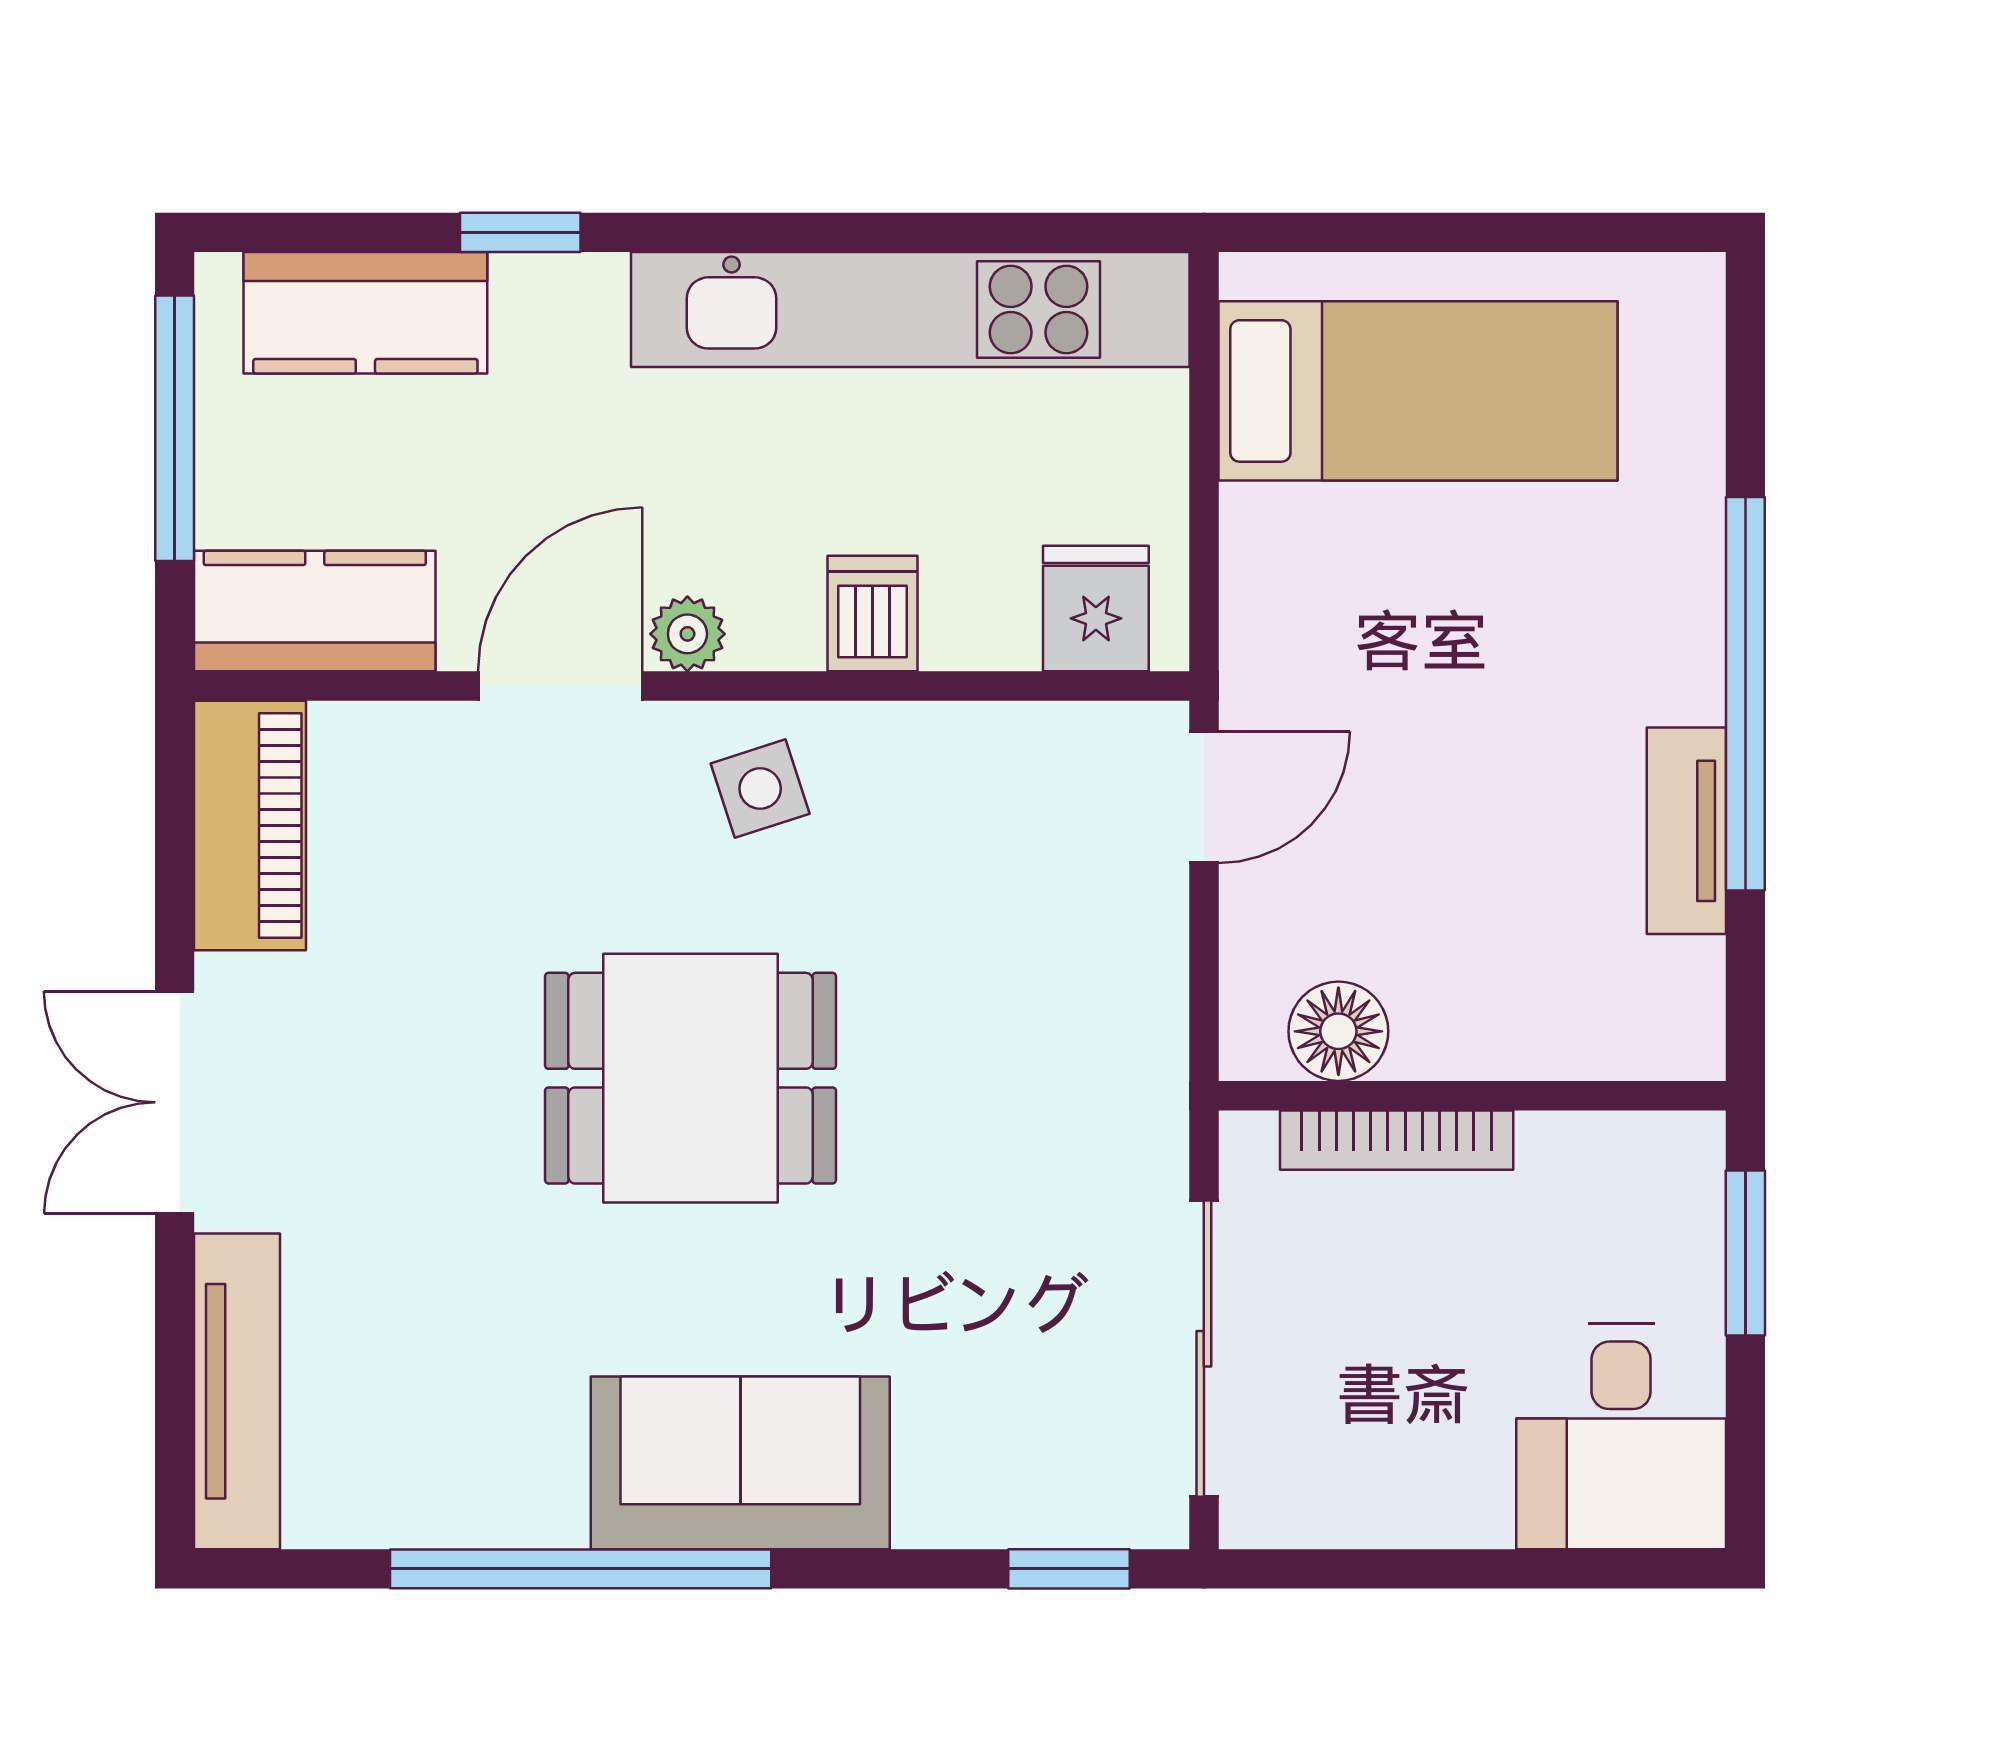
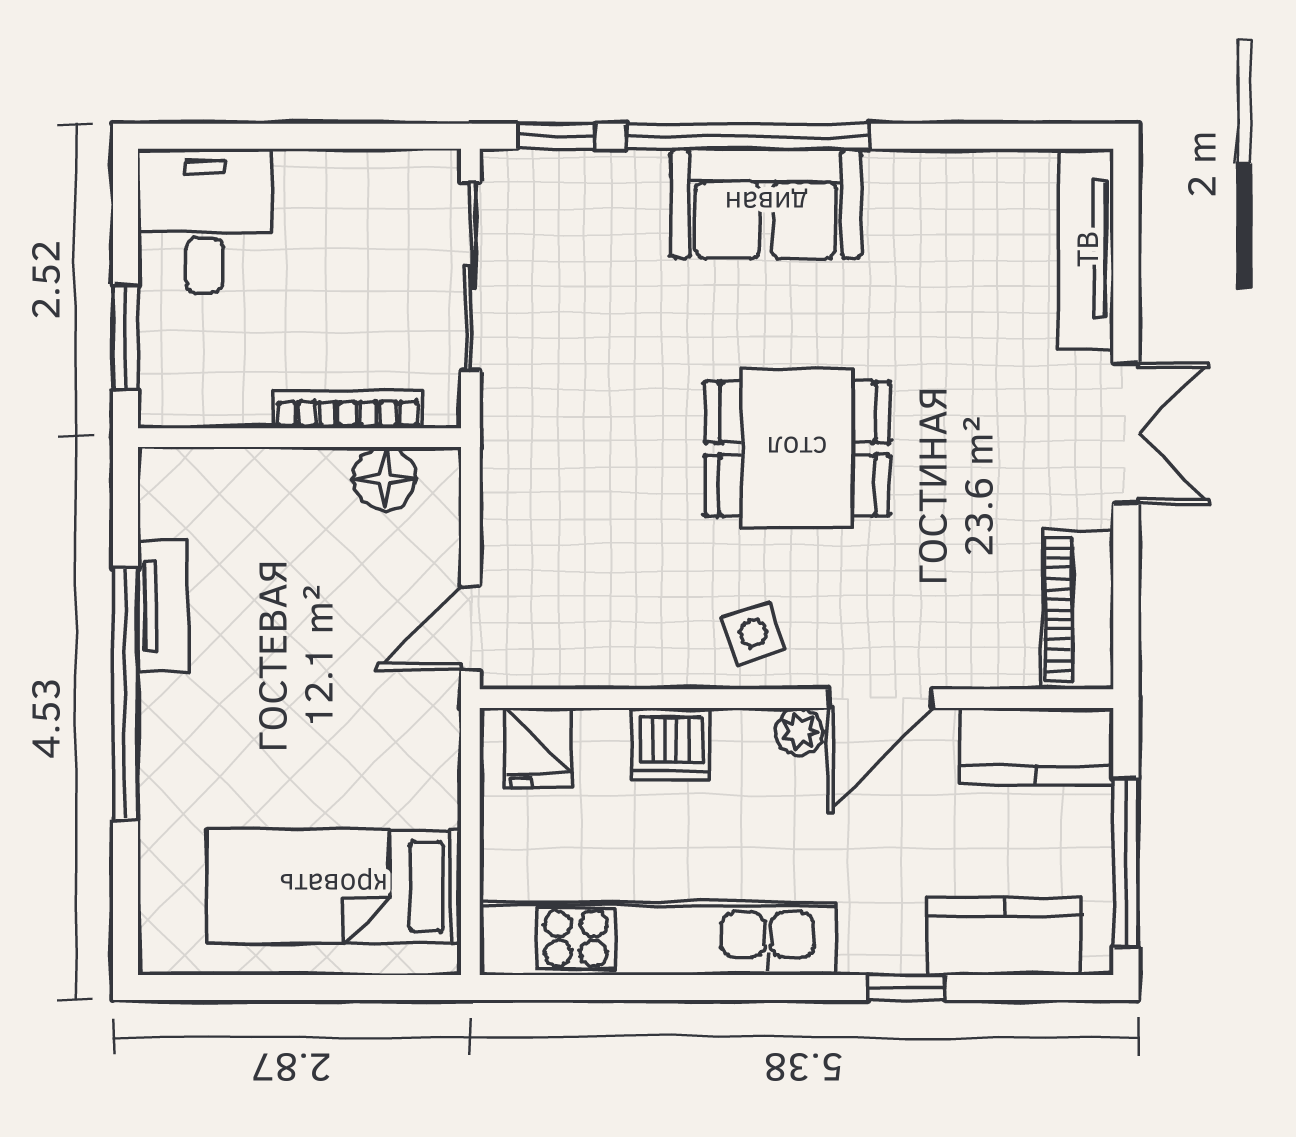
dishwasher: (872, 613) -> (671, 745), width x1.38
window: (581, 1569) -> (748, 136), moved

